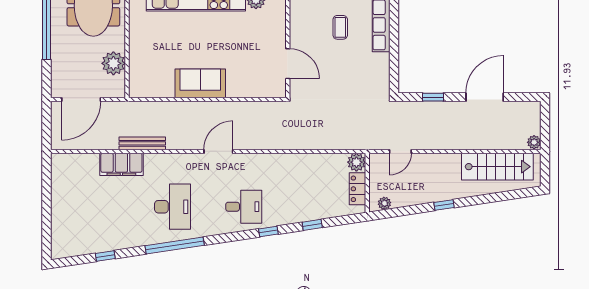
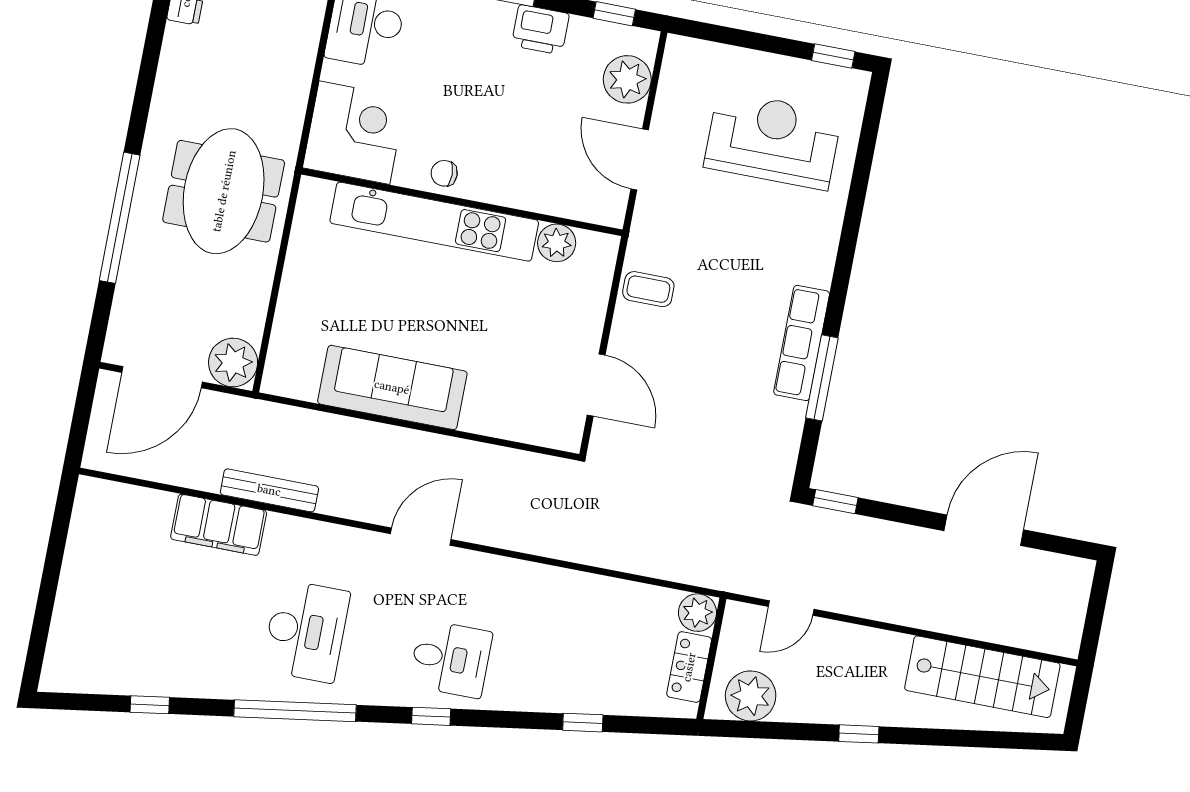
coffee table: (340, 27) -> (648, 289), moved, turned 90
window: (394, 40) -> (822, 378), added
plant: (113, 63) -> (233, 362), moved
sofa: (200, 83) -> (392, 387), width x1.36
window: (433, 97) -> (835, 502), moved
plant: (534, 142) -> (1067, 642), removed
plant: (384, 203) -> (751, 696), width x1.88, depth x1.88
window: (268, 231) -> (431, 716), moved

